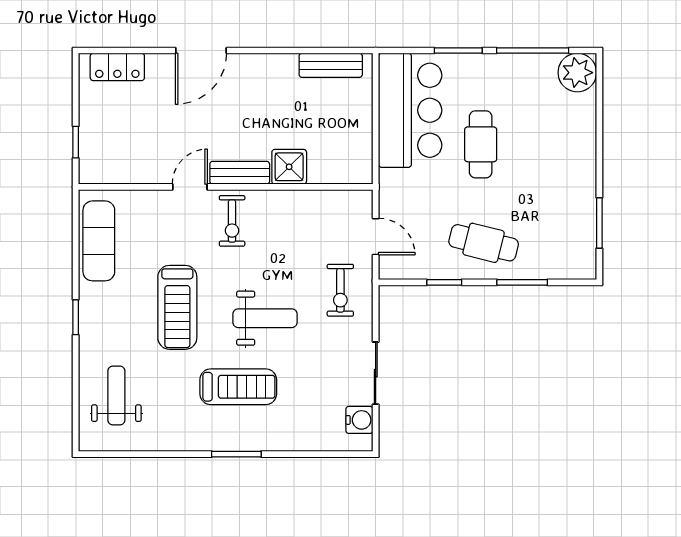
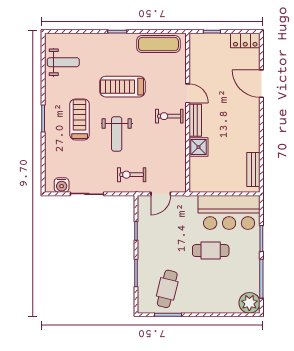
door: (201, 51) -> (261, 84), moved
locker: (117, 67) -> (245, 40), moved, turned -90
cafe table: (484, 243) -> (167, 289), moved
treadmill: (238, 387) -> (80, 119), turned 180
weight bench: (116, 395) -> (63, 62), moved

